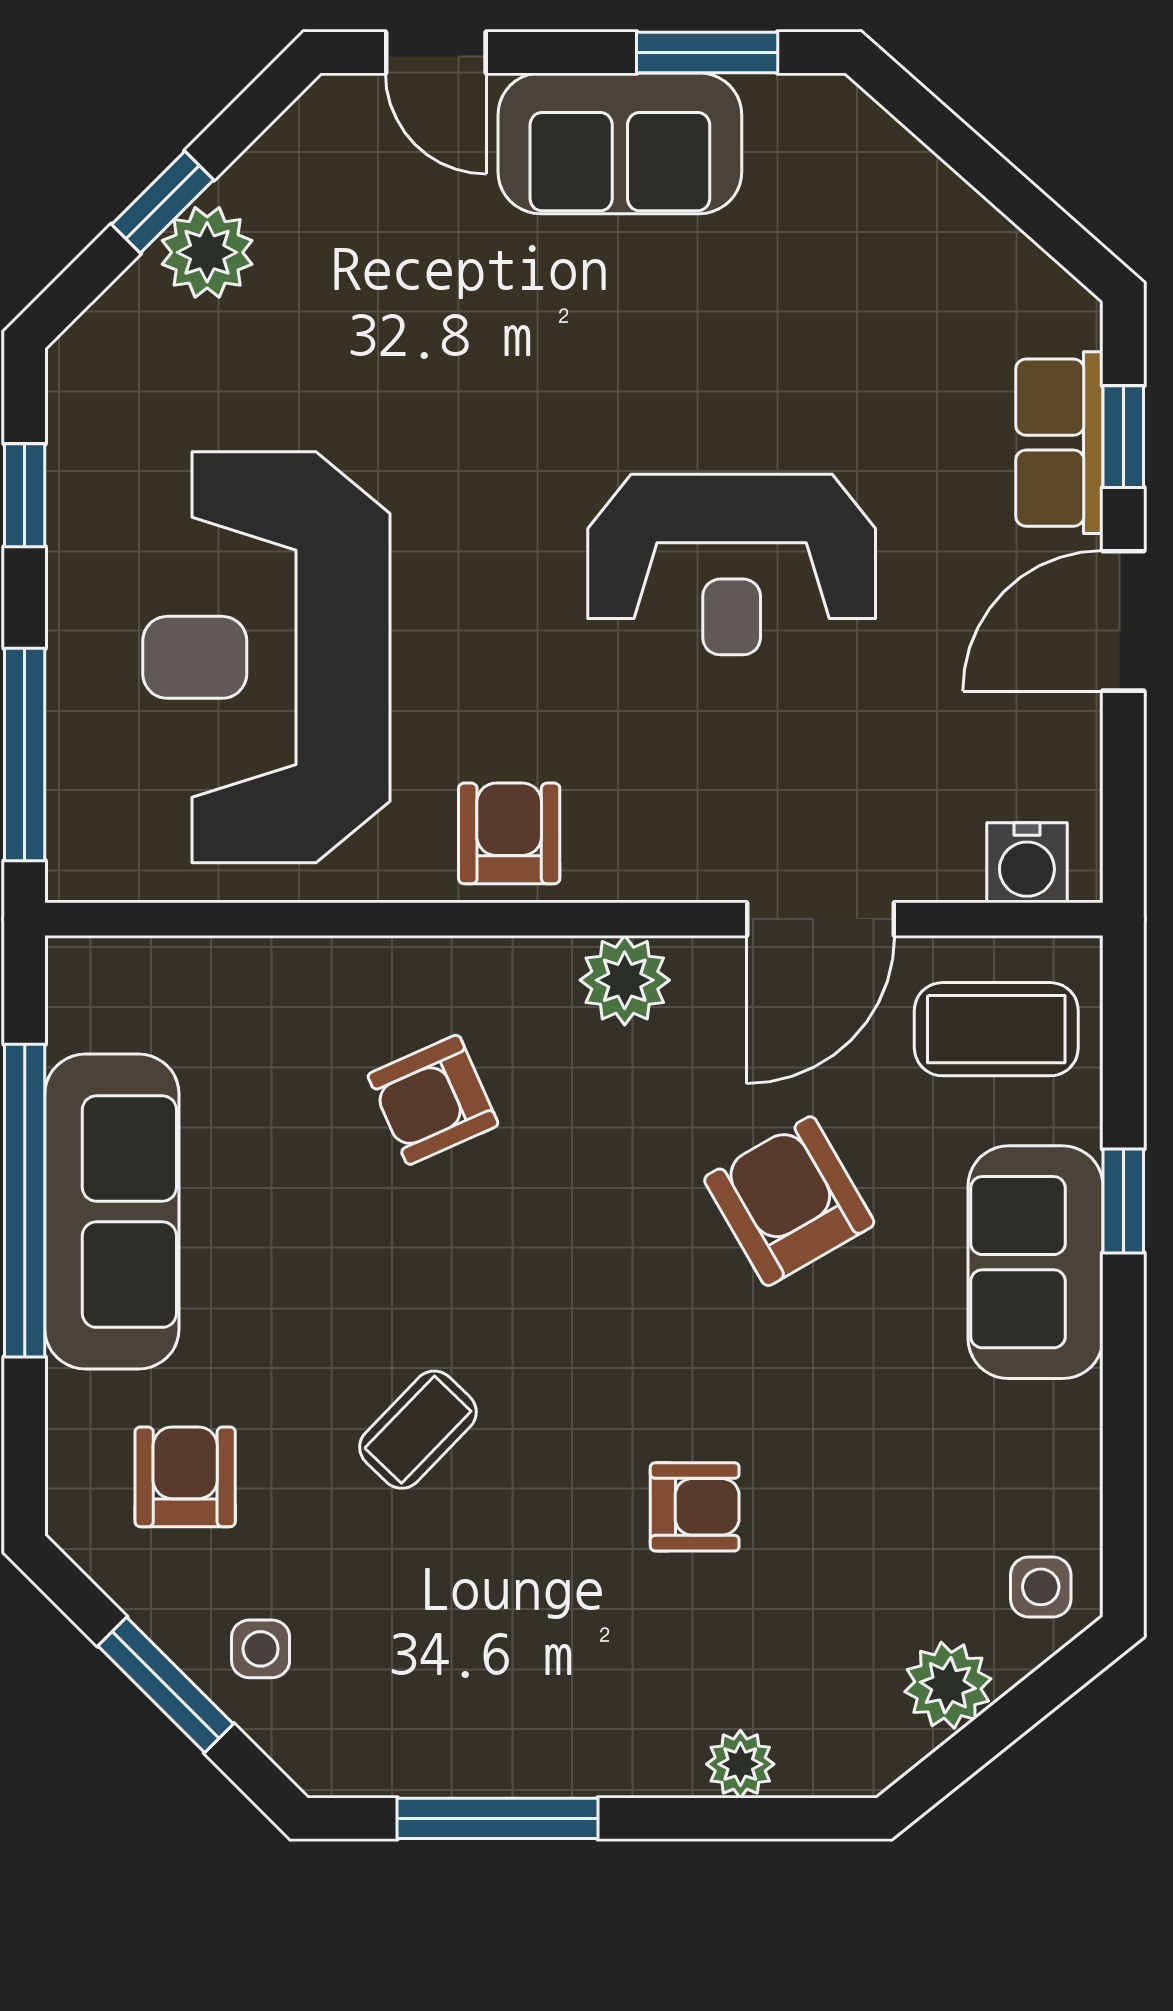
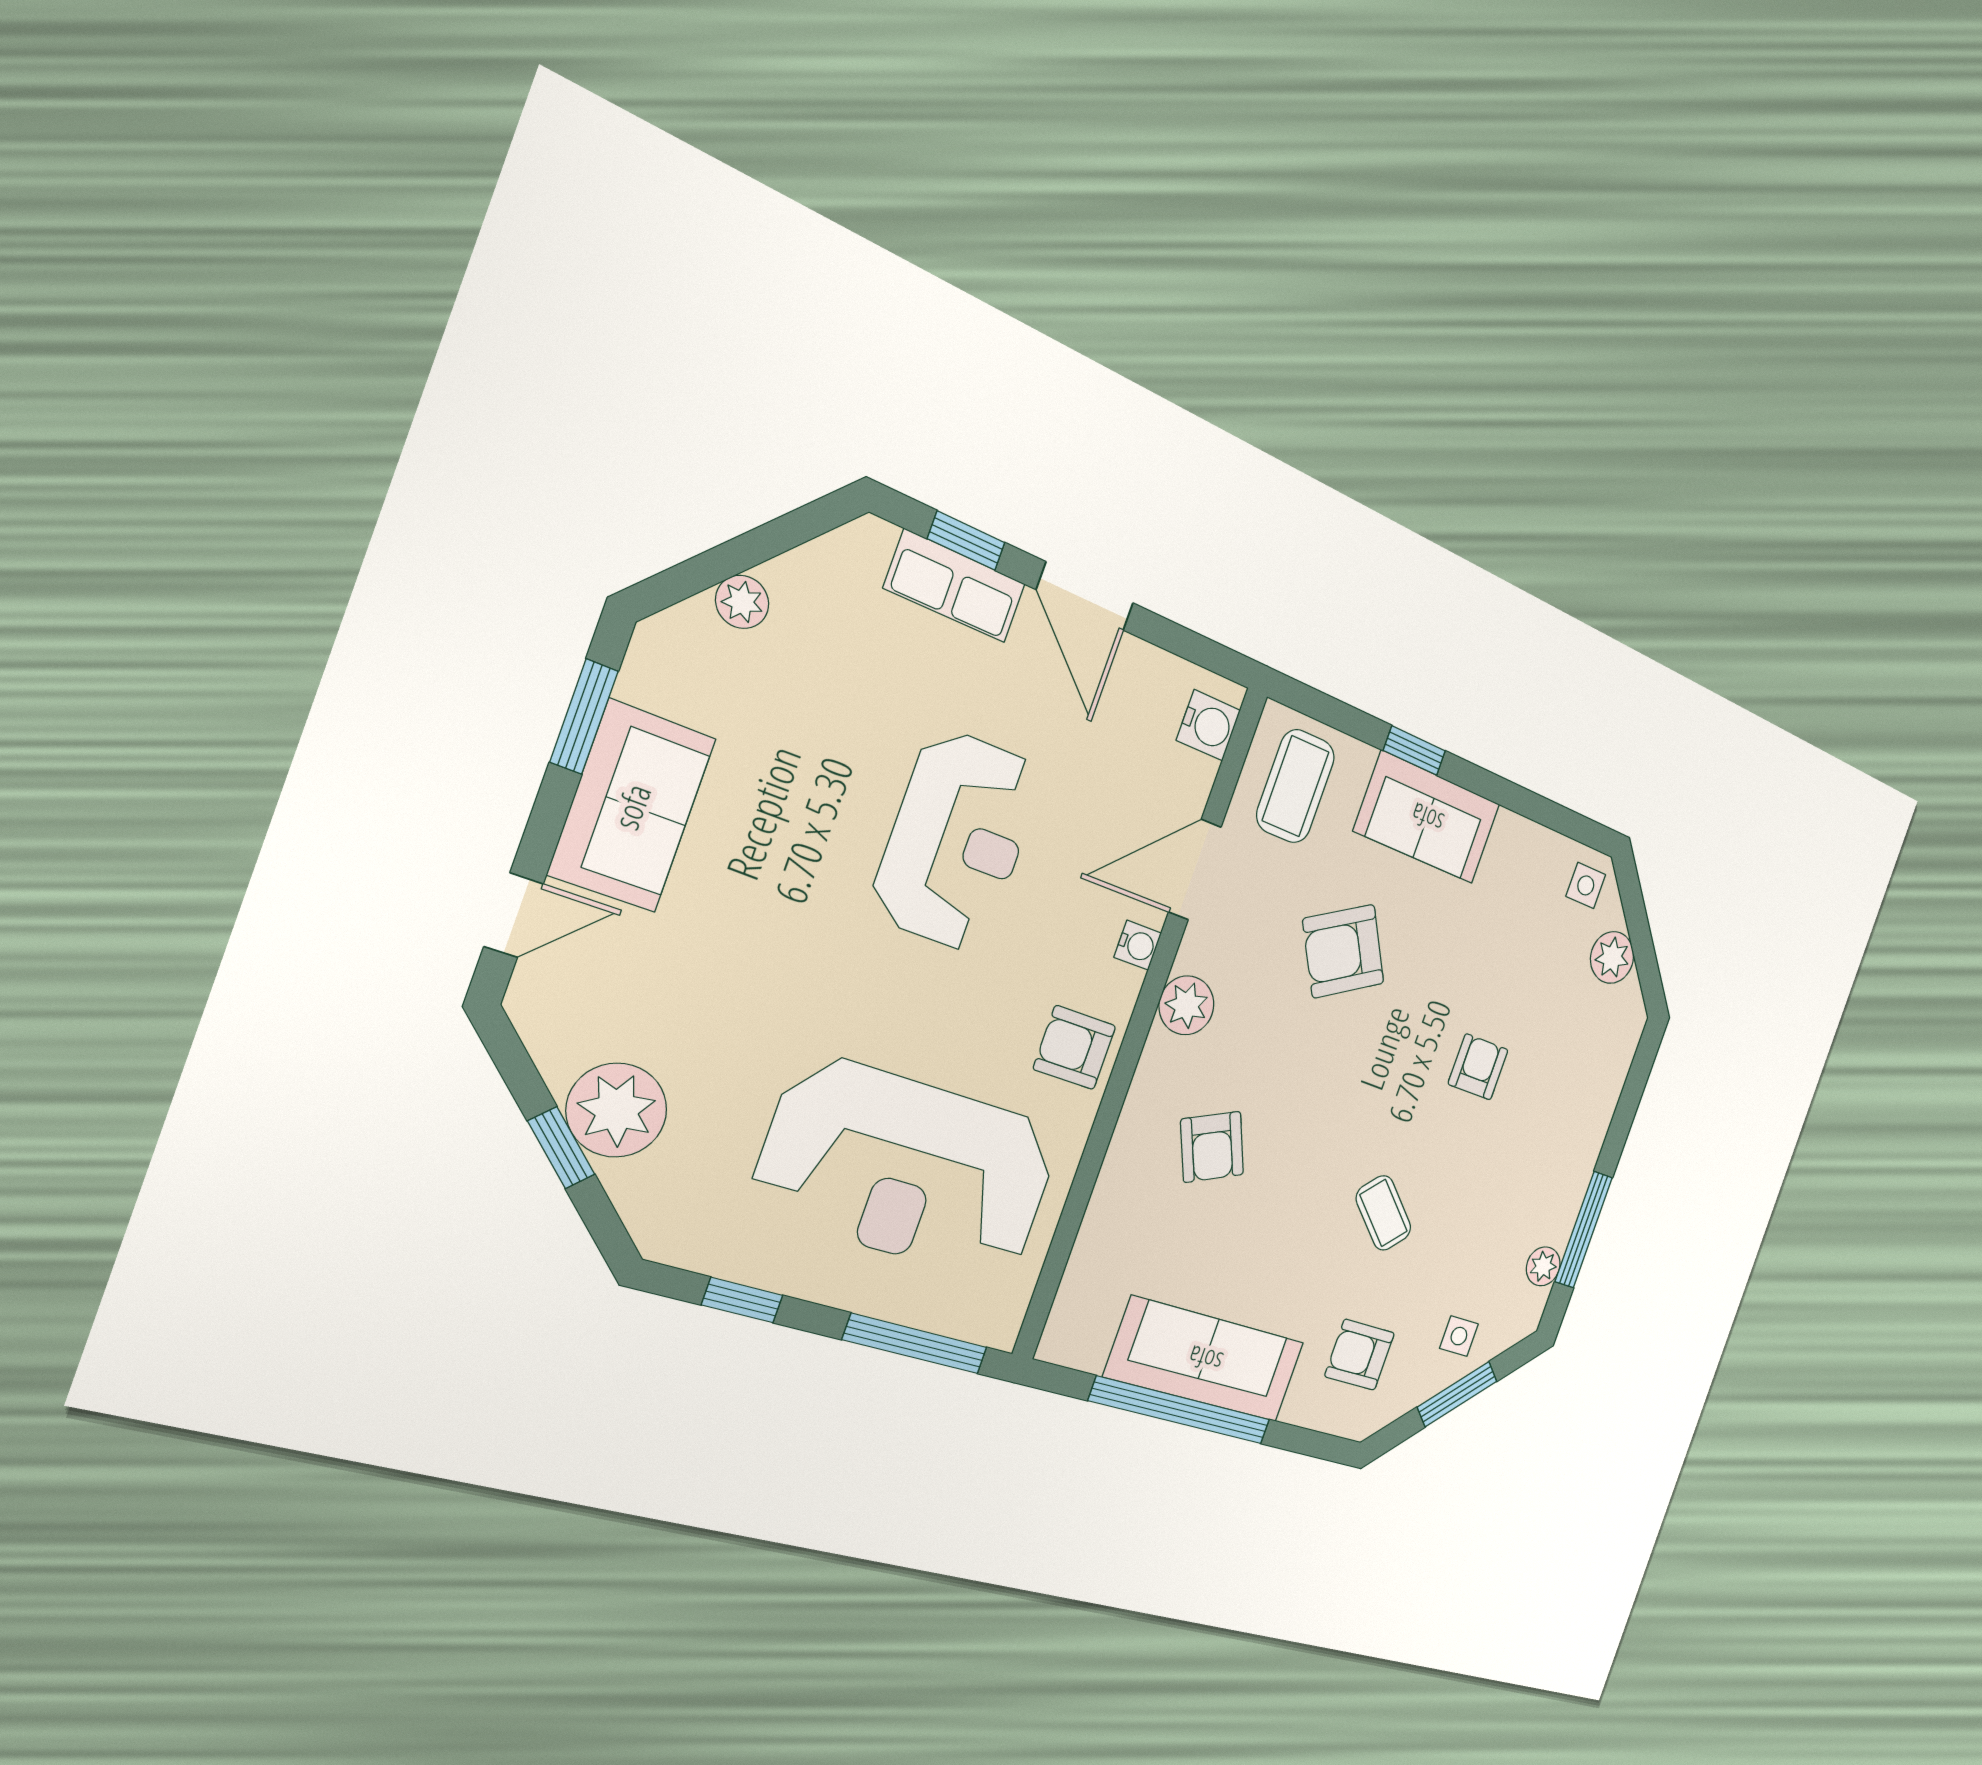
plant: (923, 187) -> (742, 602), added
plant: (207, 252) -> (617, 1110), width x1.36, depth x1.36
water cooler: (684, 874) -> (1138, 945), added
door: (820, 919) -> (1195, 870), swing flipped
plant: (740, 1764) -> (1543, 1266), moved

